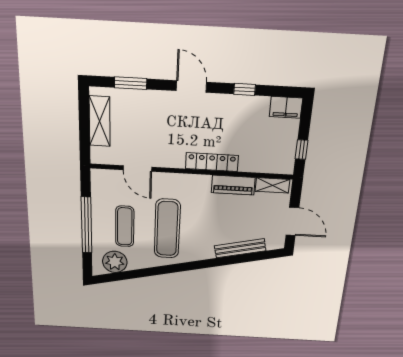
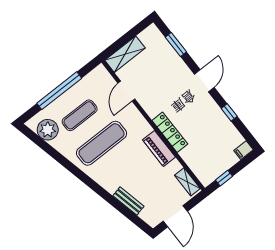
filing cabinet: (286, 107) -> (244, 150), width x0.50
shelving: (100, 121) -> (125, 54), moved
piano: (233, 185) -> (159, 148), moved
bench: (240, 248) -> (129, 201), width x0.73

